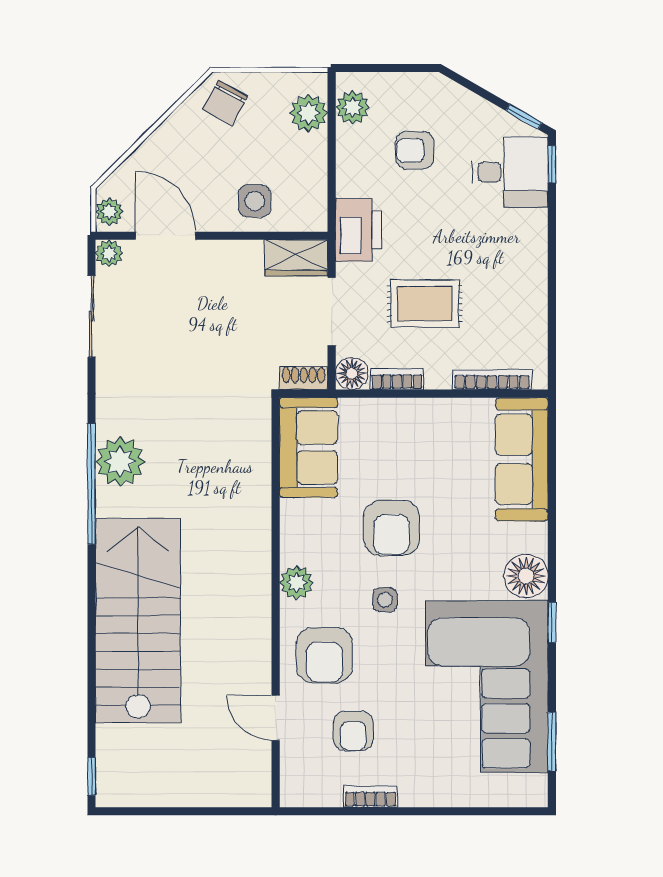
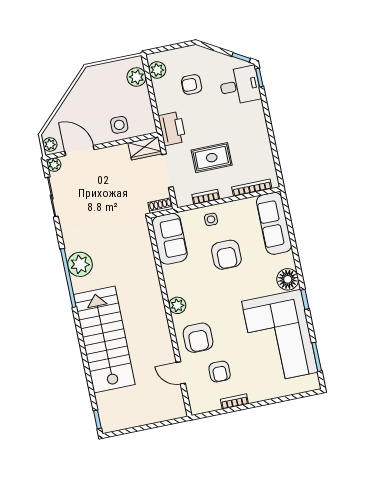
chair: (225, 103) -> (95, 80), removed
floor lamp: (352, 373) -> (183, 199), removed
armchair: (392, 528) -> (226, 255), moved
side table: (385, 600) -> (211, 219), moved

